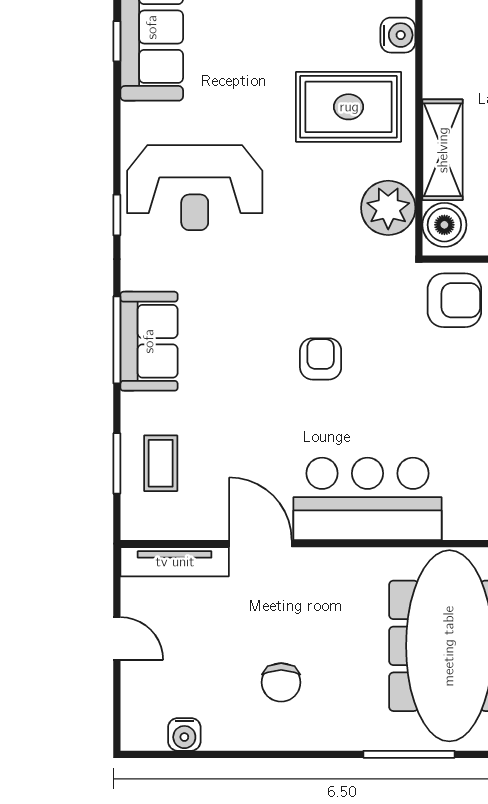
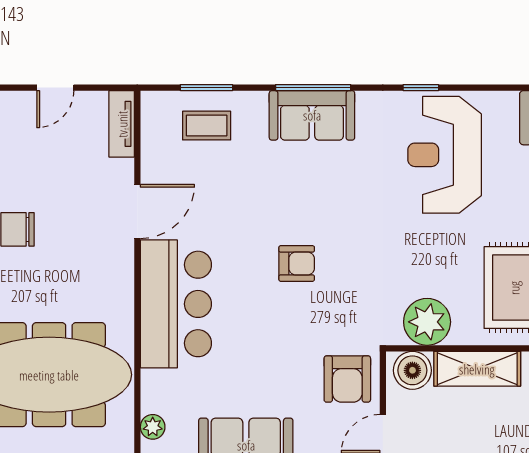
tv unit: (175, 562) -> (122, 124), width x0.71

